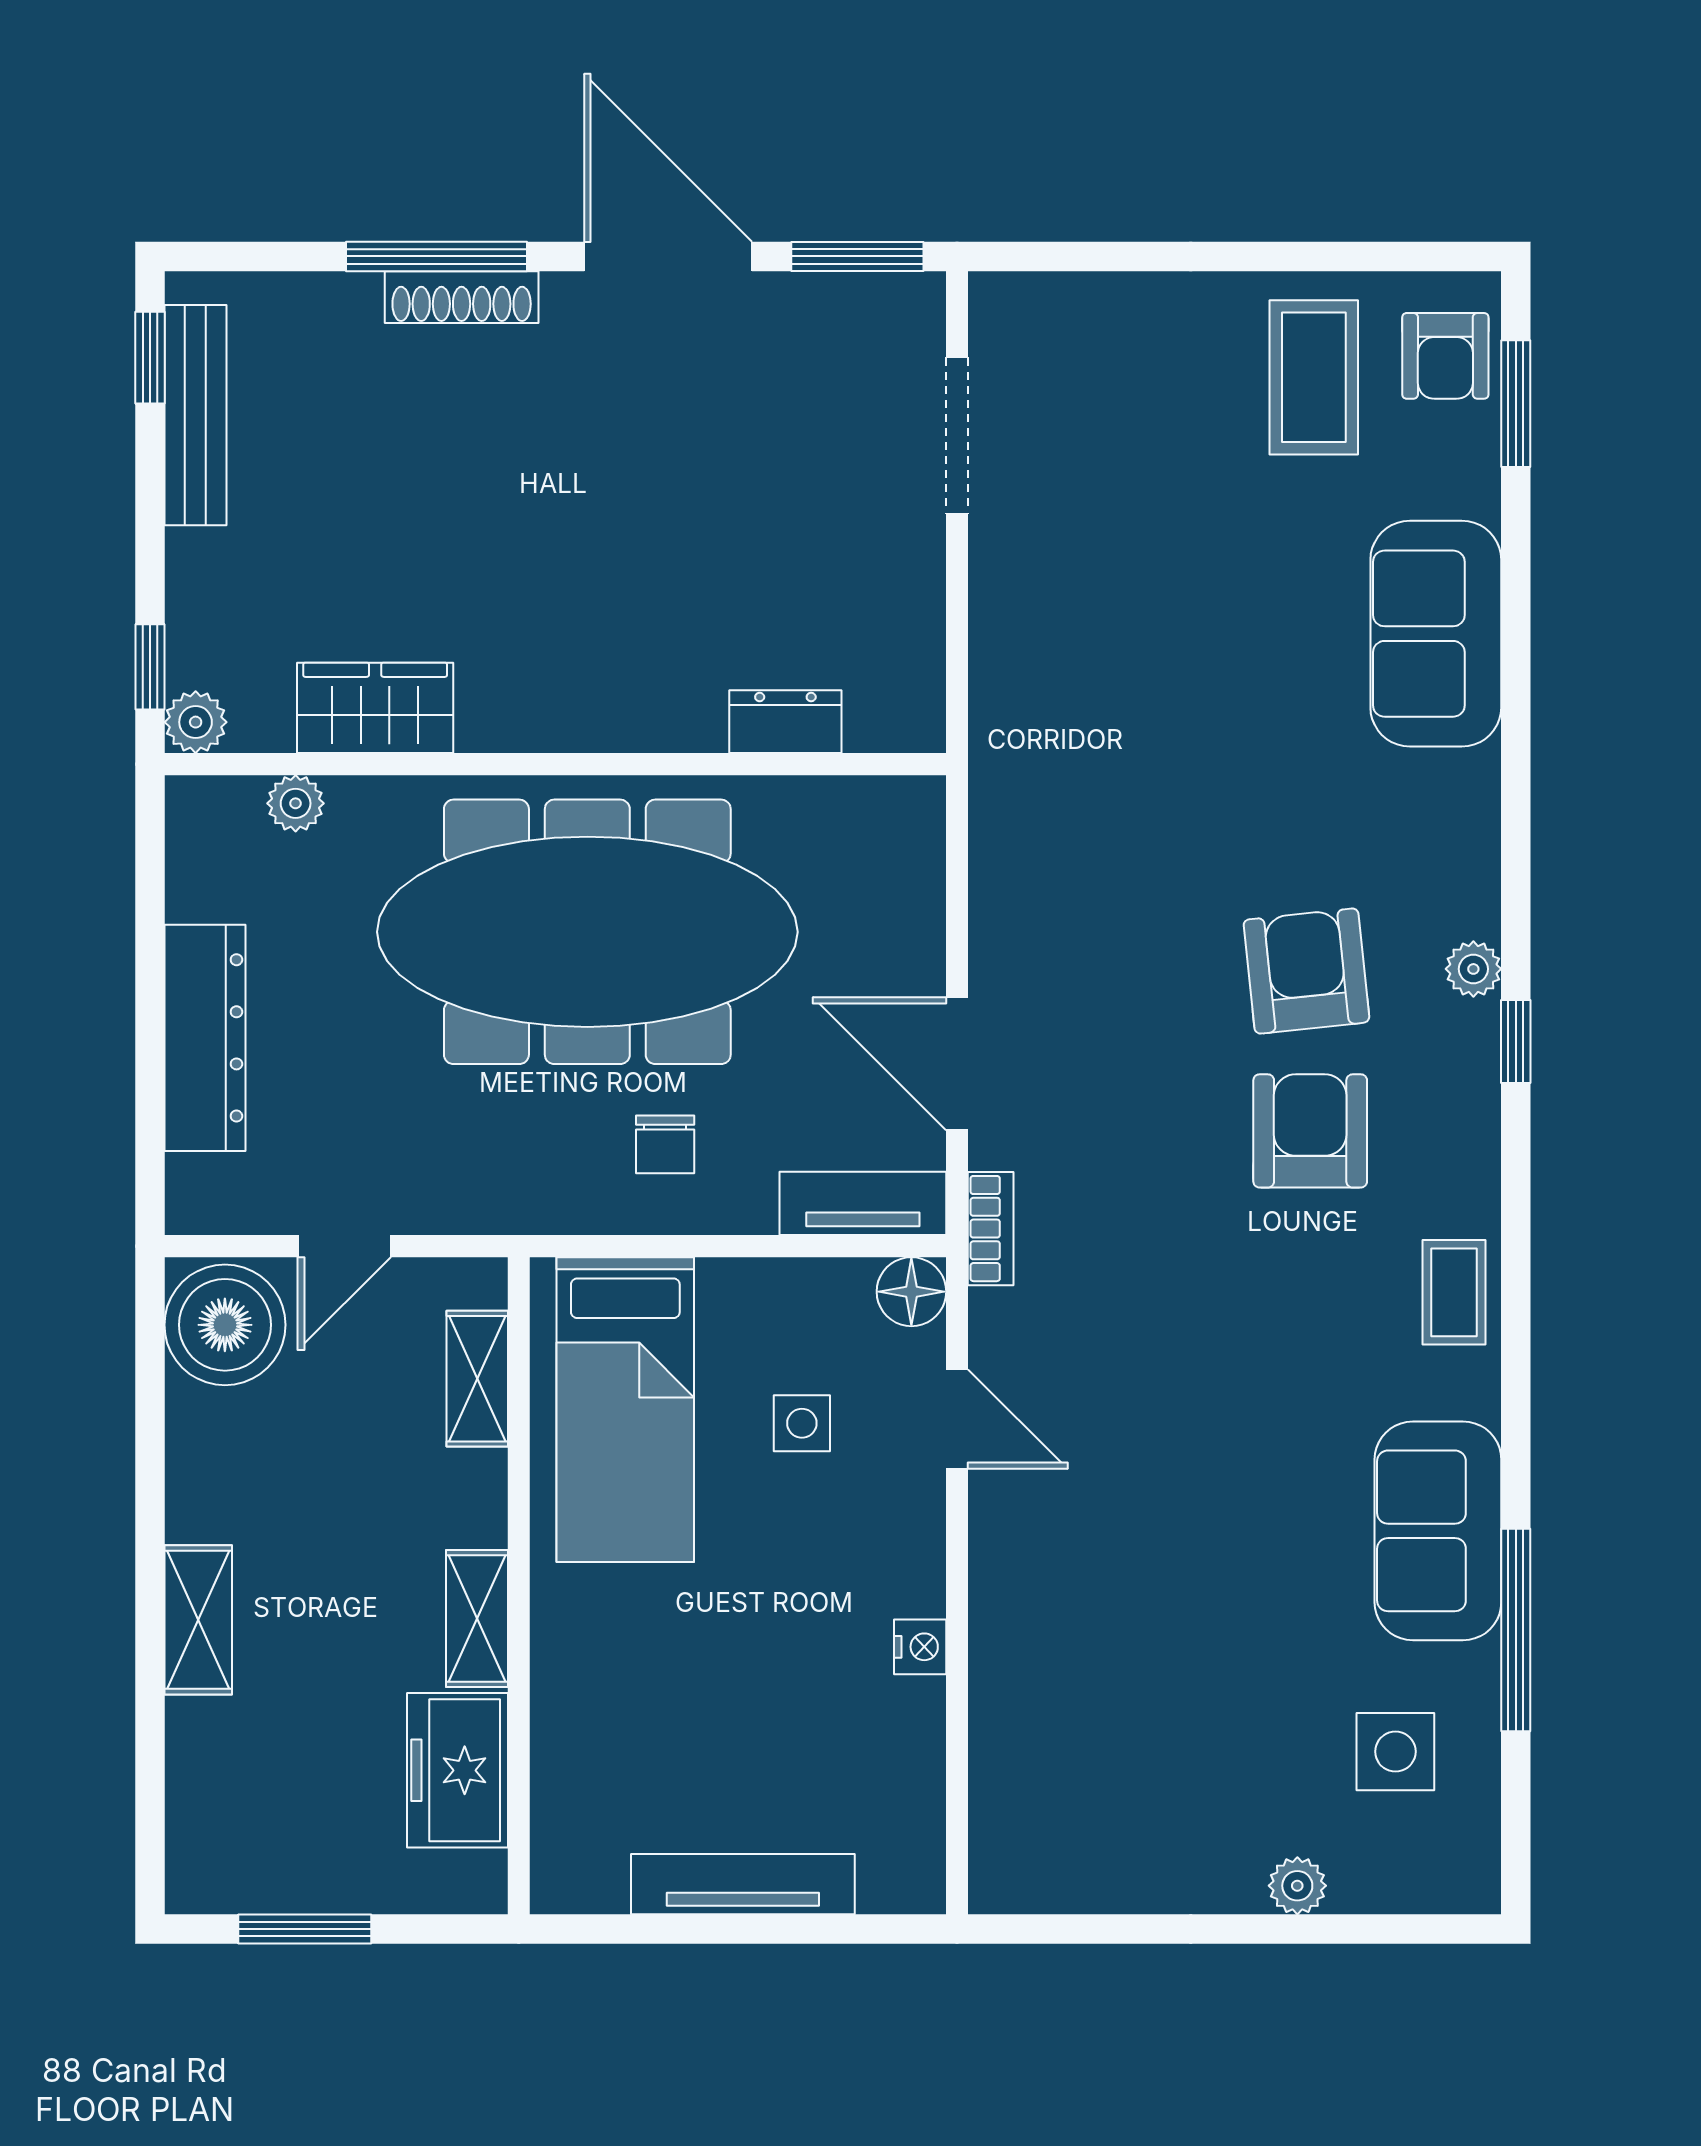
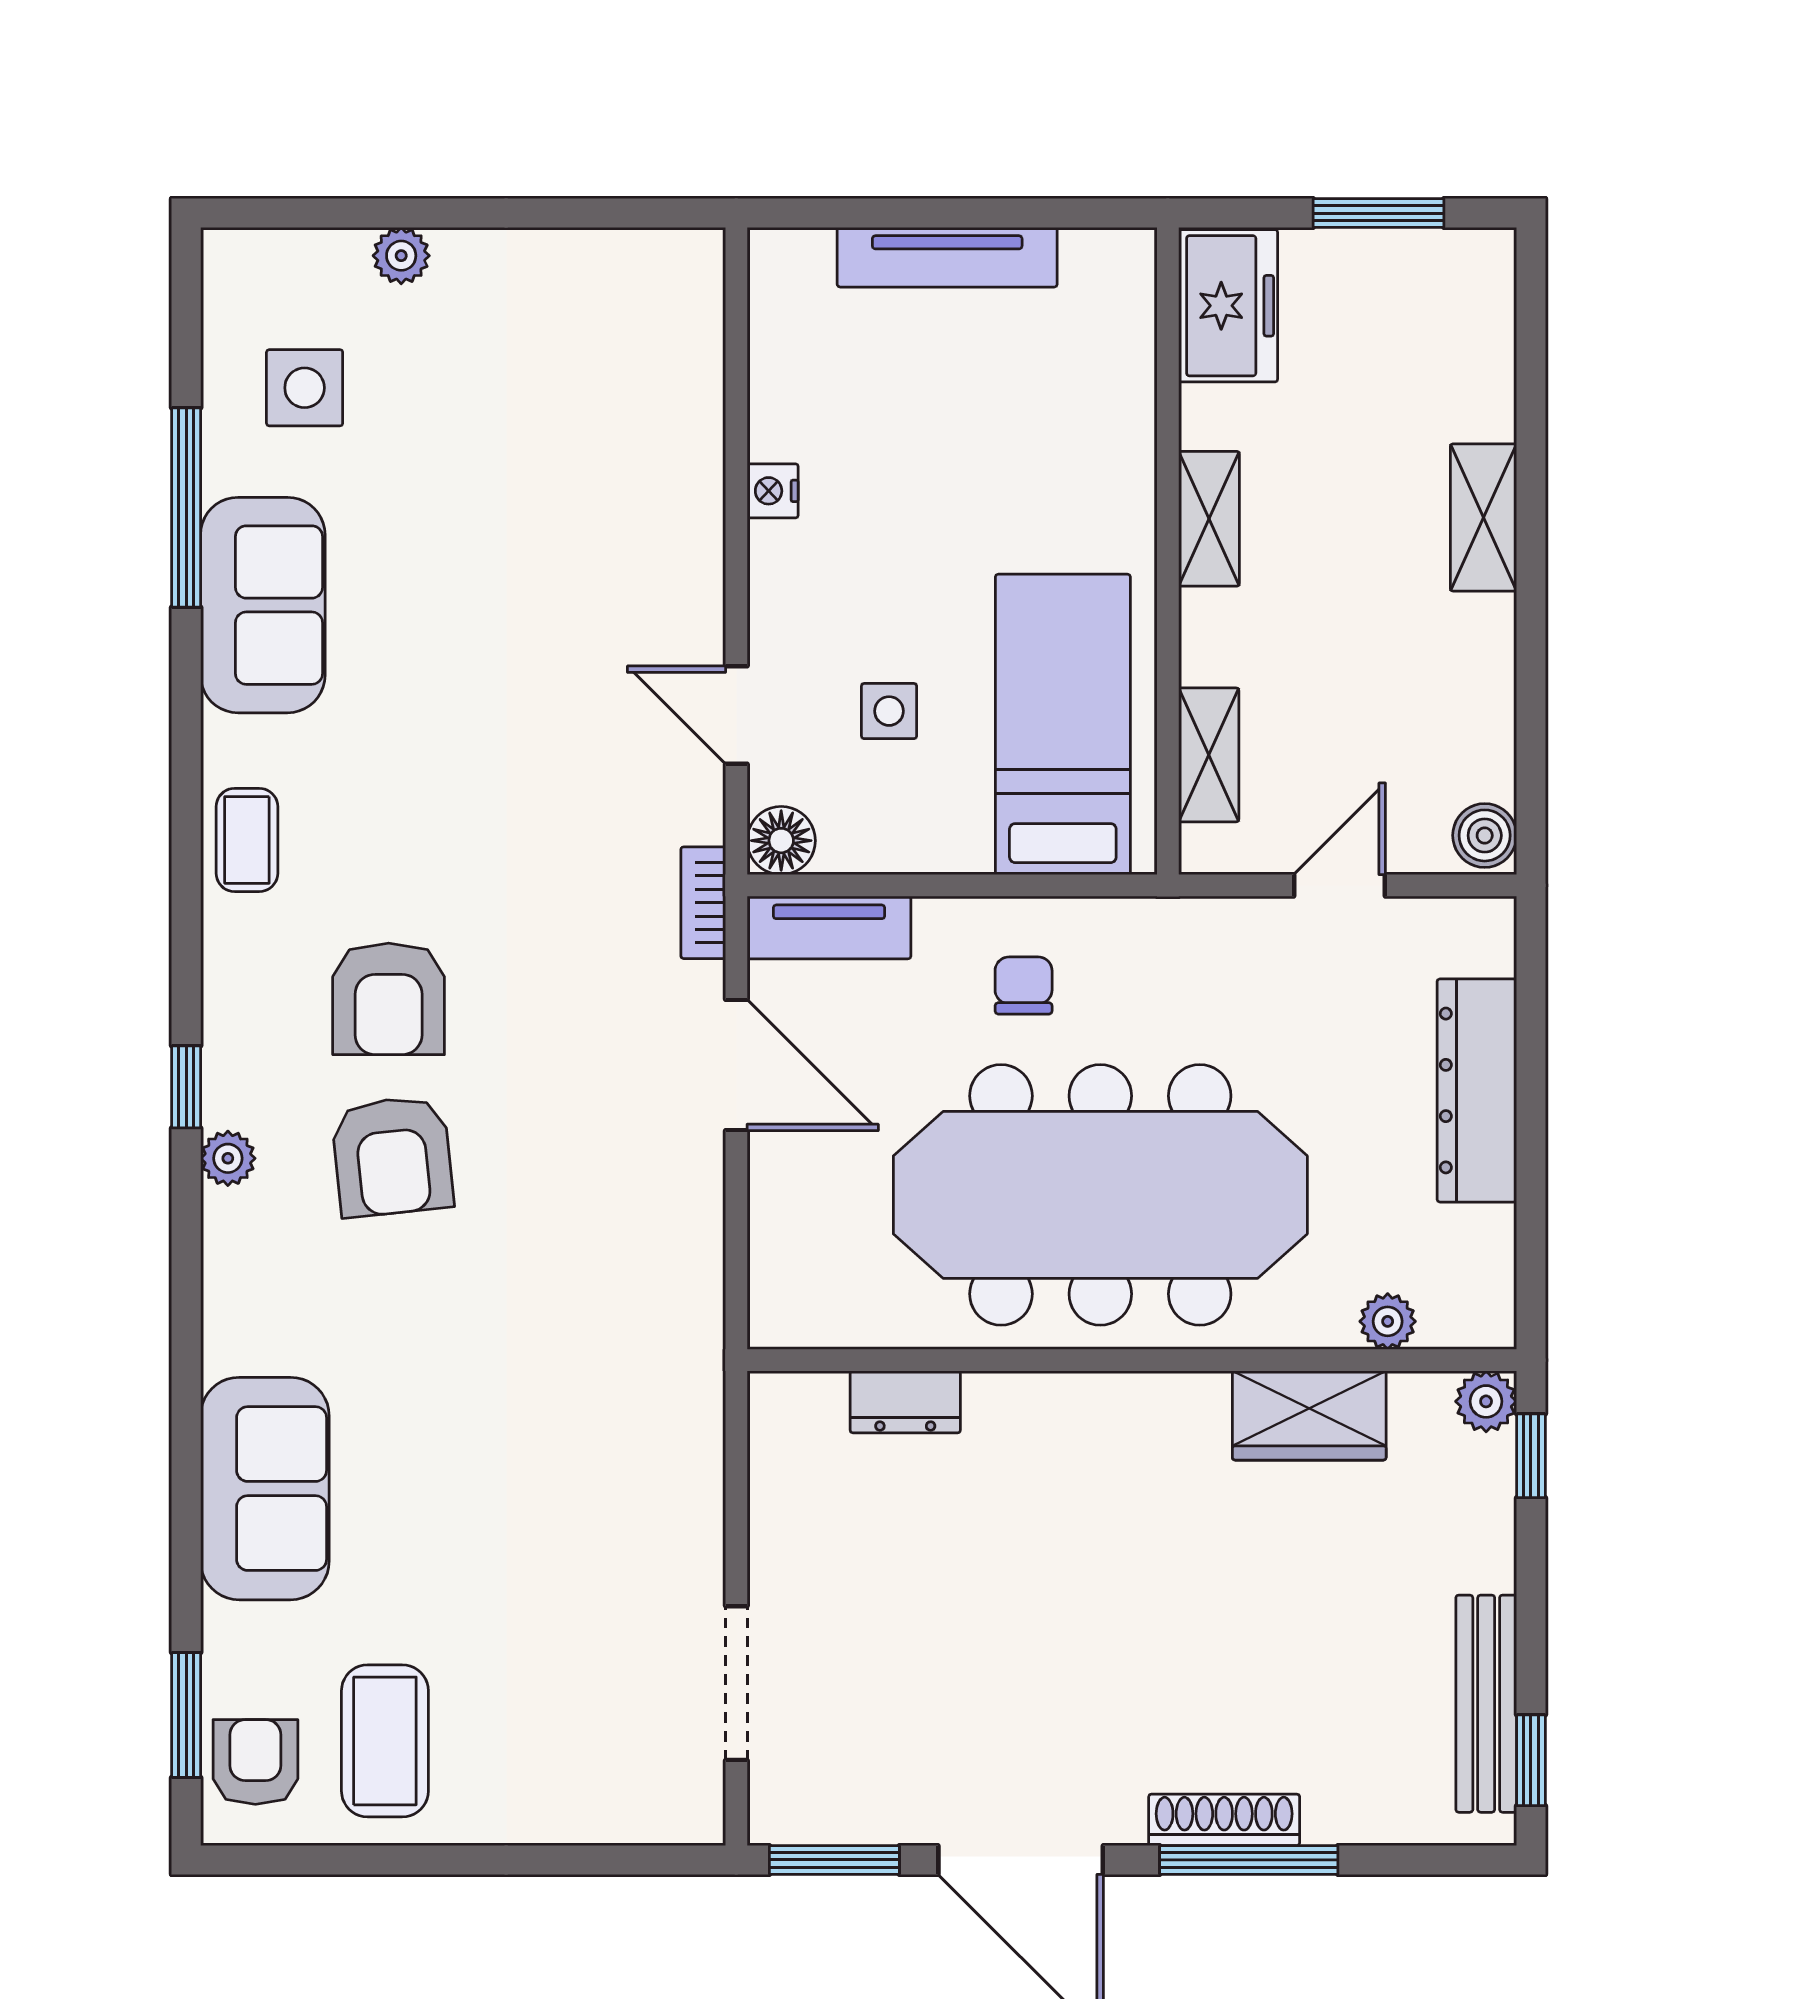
boiler: (225, 1325) -> (1485, 835), width x0.54, depth x0.54
freezer: (458, 1770) -> (1228, 306), moved

